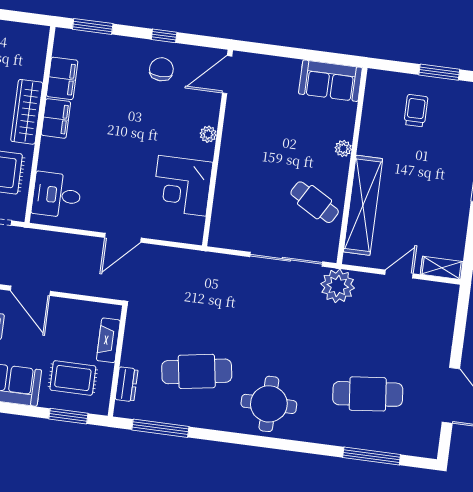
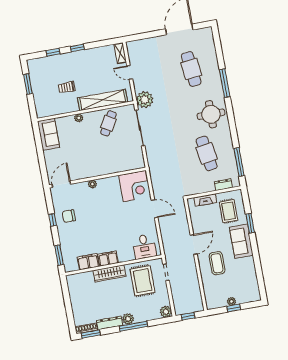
door: (227, 75) -> (61, 184), swing flipped
trolley: (416, 111) -> (67, 87), moved
corner desk: (182, 186) -> (134, 186), moved
window: (68, 416) -> (250, 223), moved
window: (372, 456) -> (225, 83), moved

